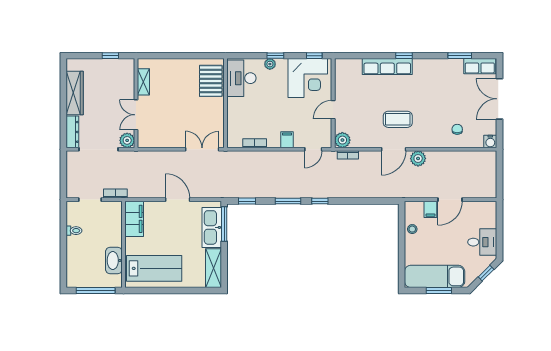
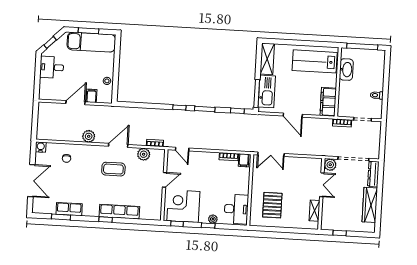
row of seats: (480, 66) -> (69, 209), moved
pallet: (211, 81) -> (272, 205), moved
filing cabinet: (287, 140) -> (244, 160), moved
plant: (342, 140) -> (144, 154), moved
door: (313, 149) -> (182, 149), swing flipped
plant: (418, 158) -> (89, 136), moved

